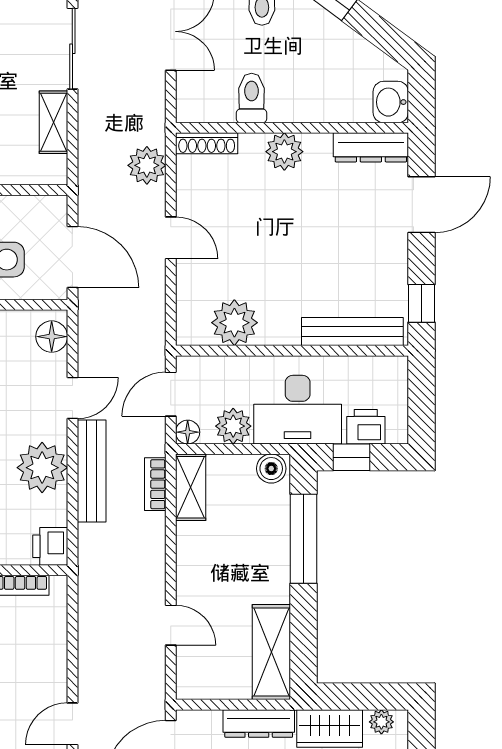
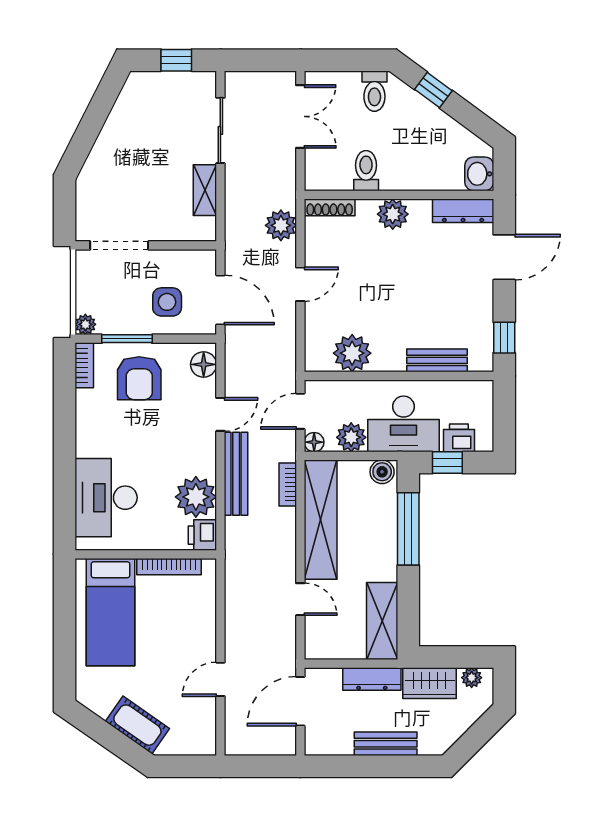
door: (171, 238) -> (300, 284), hinge flipped
bench: (352, 332) -> (437, 360), width x0.73
plant: (42, 468) -> (196, 497), moved
shelving: (191, 487) -> (321, 520), width x2.20, depth x1.33

